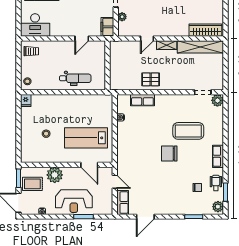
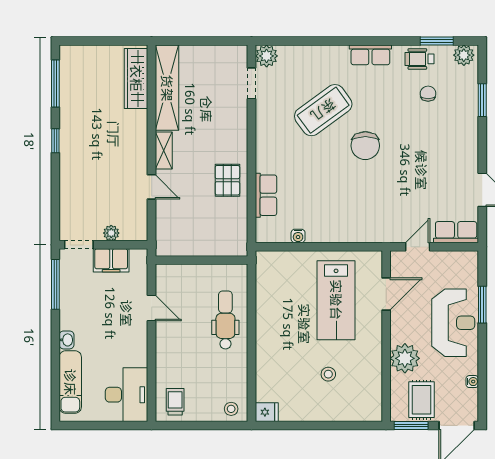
filing cabinet: (107, 27) -> (111, 260), moved
coffee table: (188, 131) -> (323, 110), turned 54

